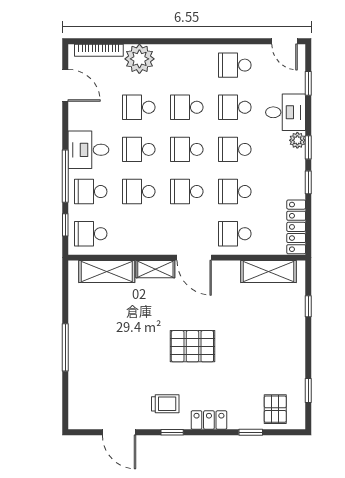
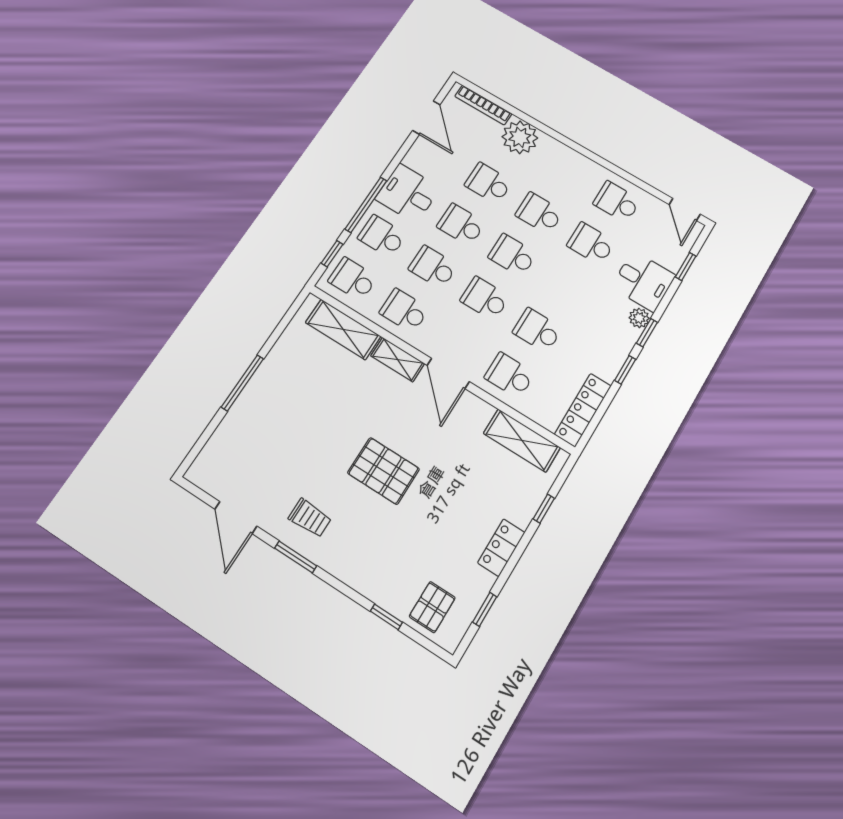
school desk: (235, 149) -> (404, 311), moved
locker: (209, 420) -> (501, 548), moved, turned -90
window: (172, 432) -> (296, 557), width x1.50

